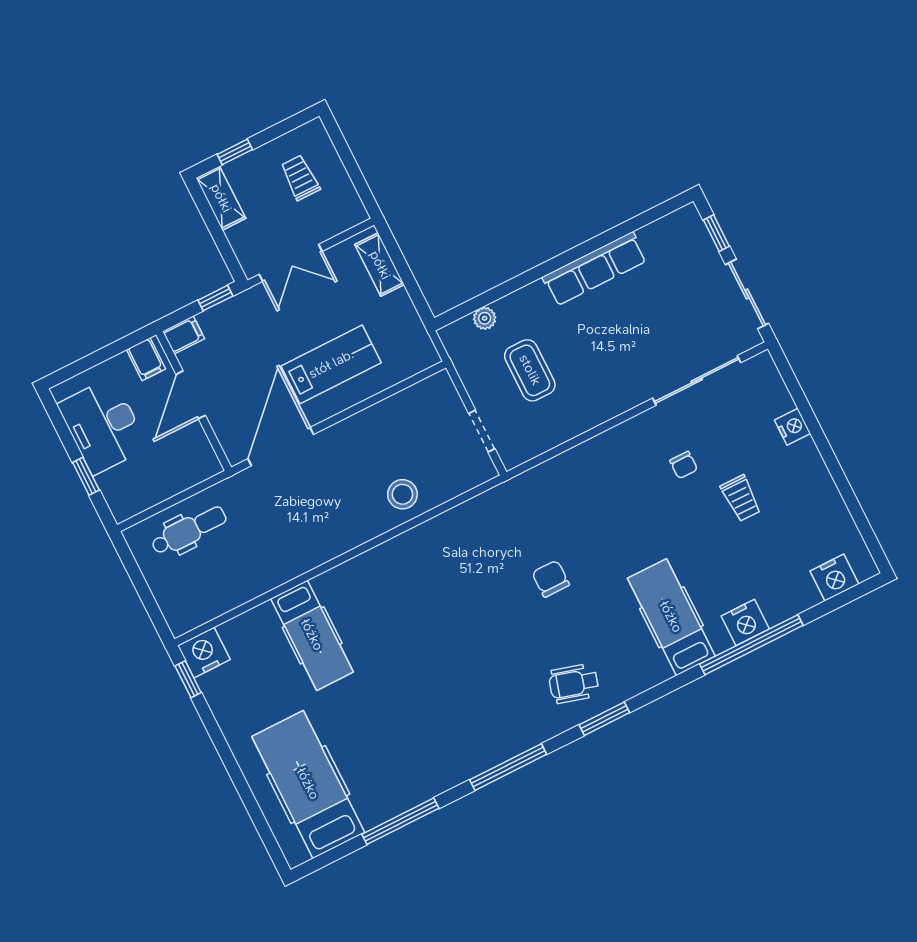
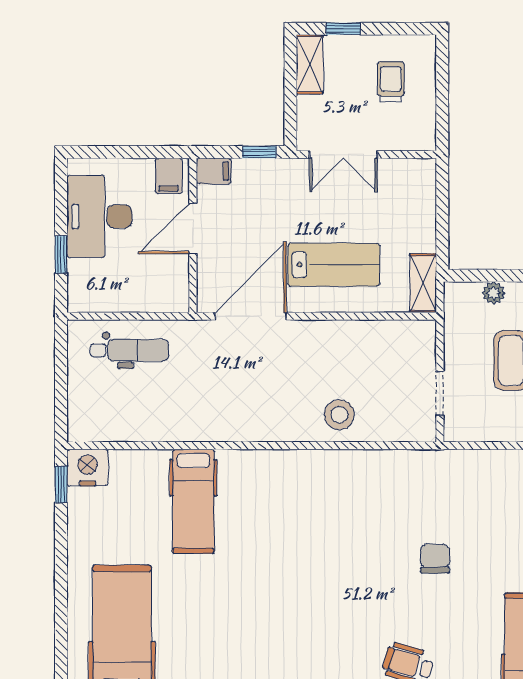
shelving: (380, 265) -> (423, 283), moved

